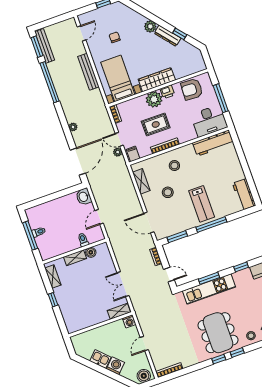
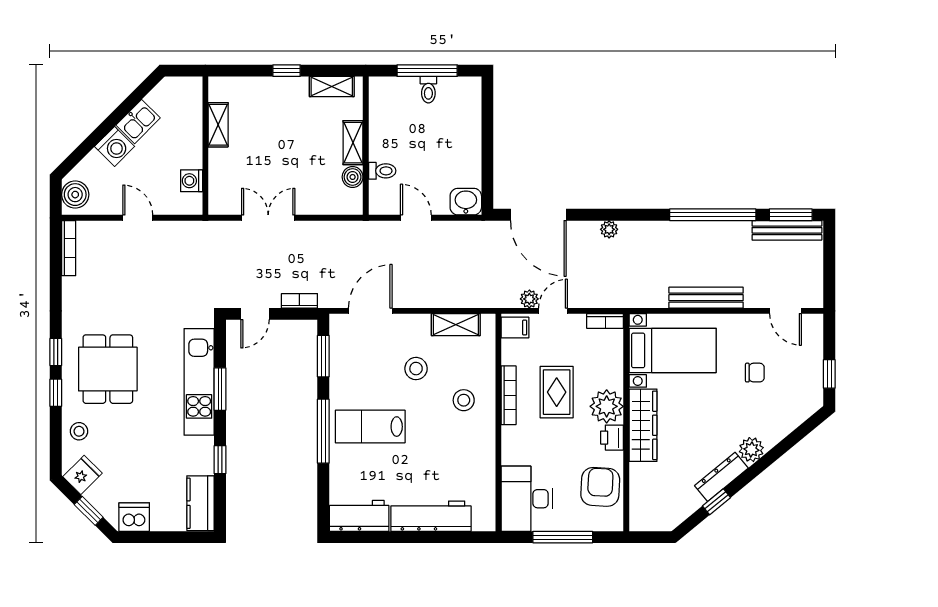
workbench: (213, 143) -> (431, 516), moved, turned 90
shelving: (119, 311) -> (218, 125), moved
washing machine: (129, 321) -> (192, 181), moved
dining table: (218, 333) -> (108, 369), width x0.73

